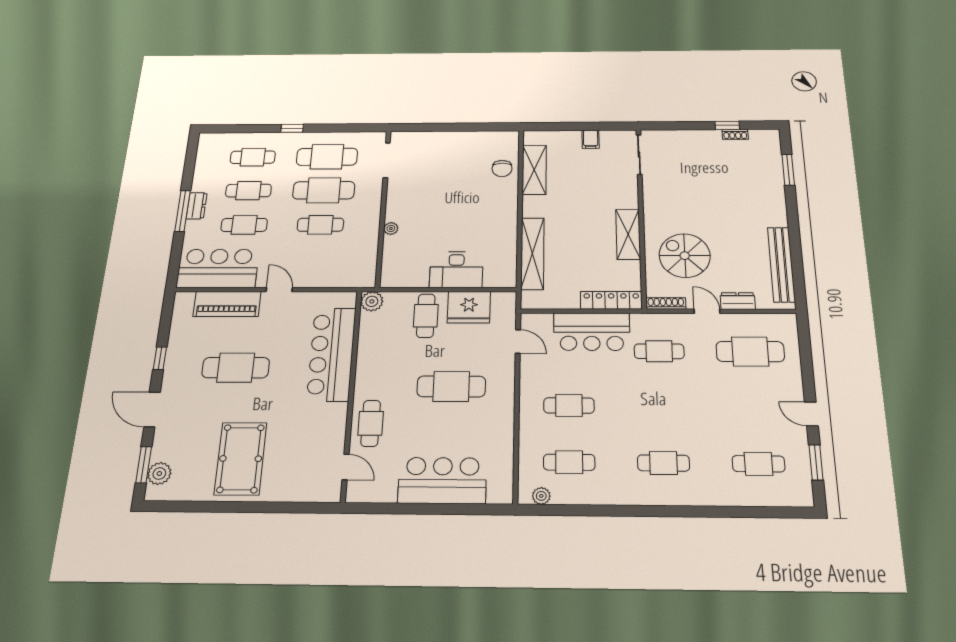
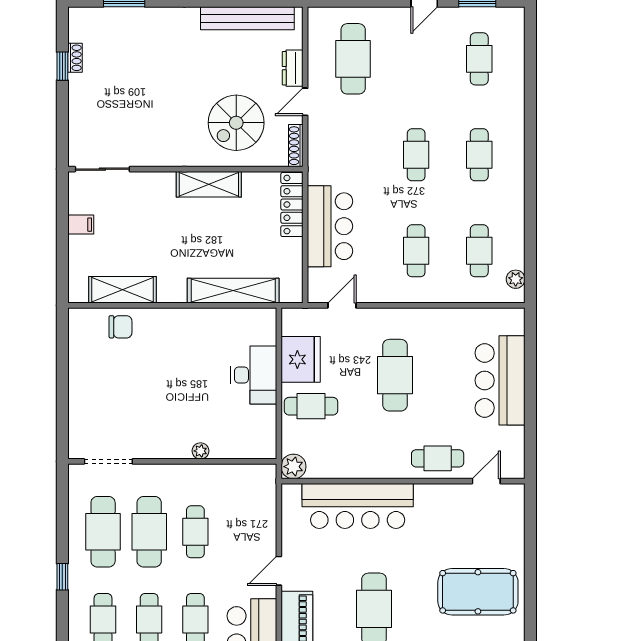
cafe table: (659, 351) -> (416, 155), moved

